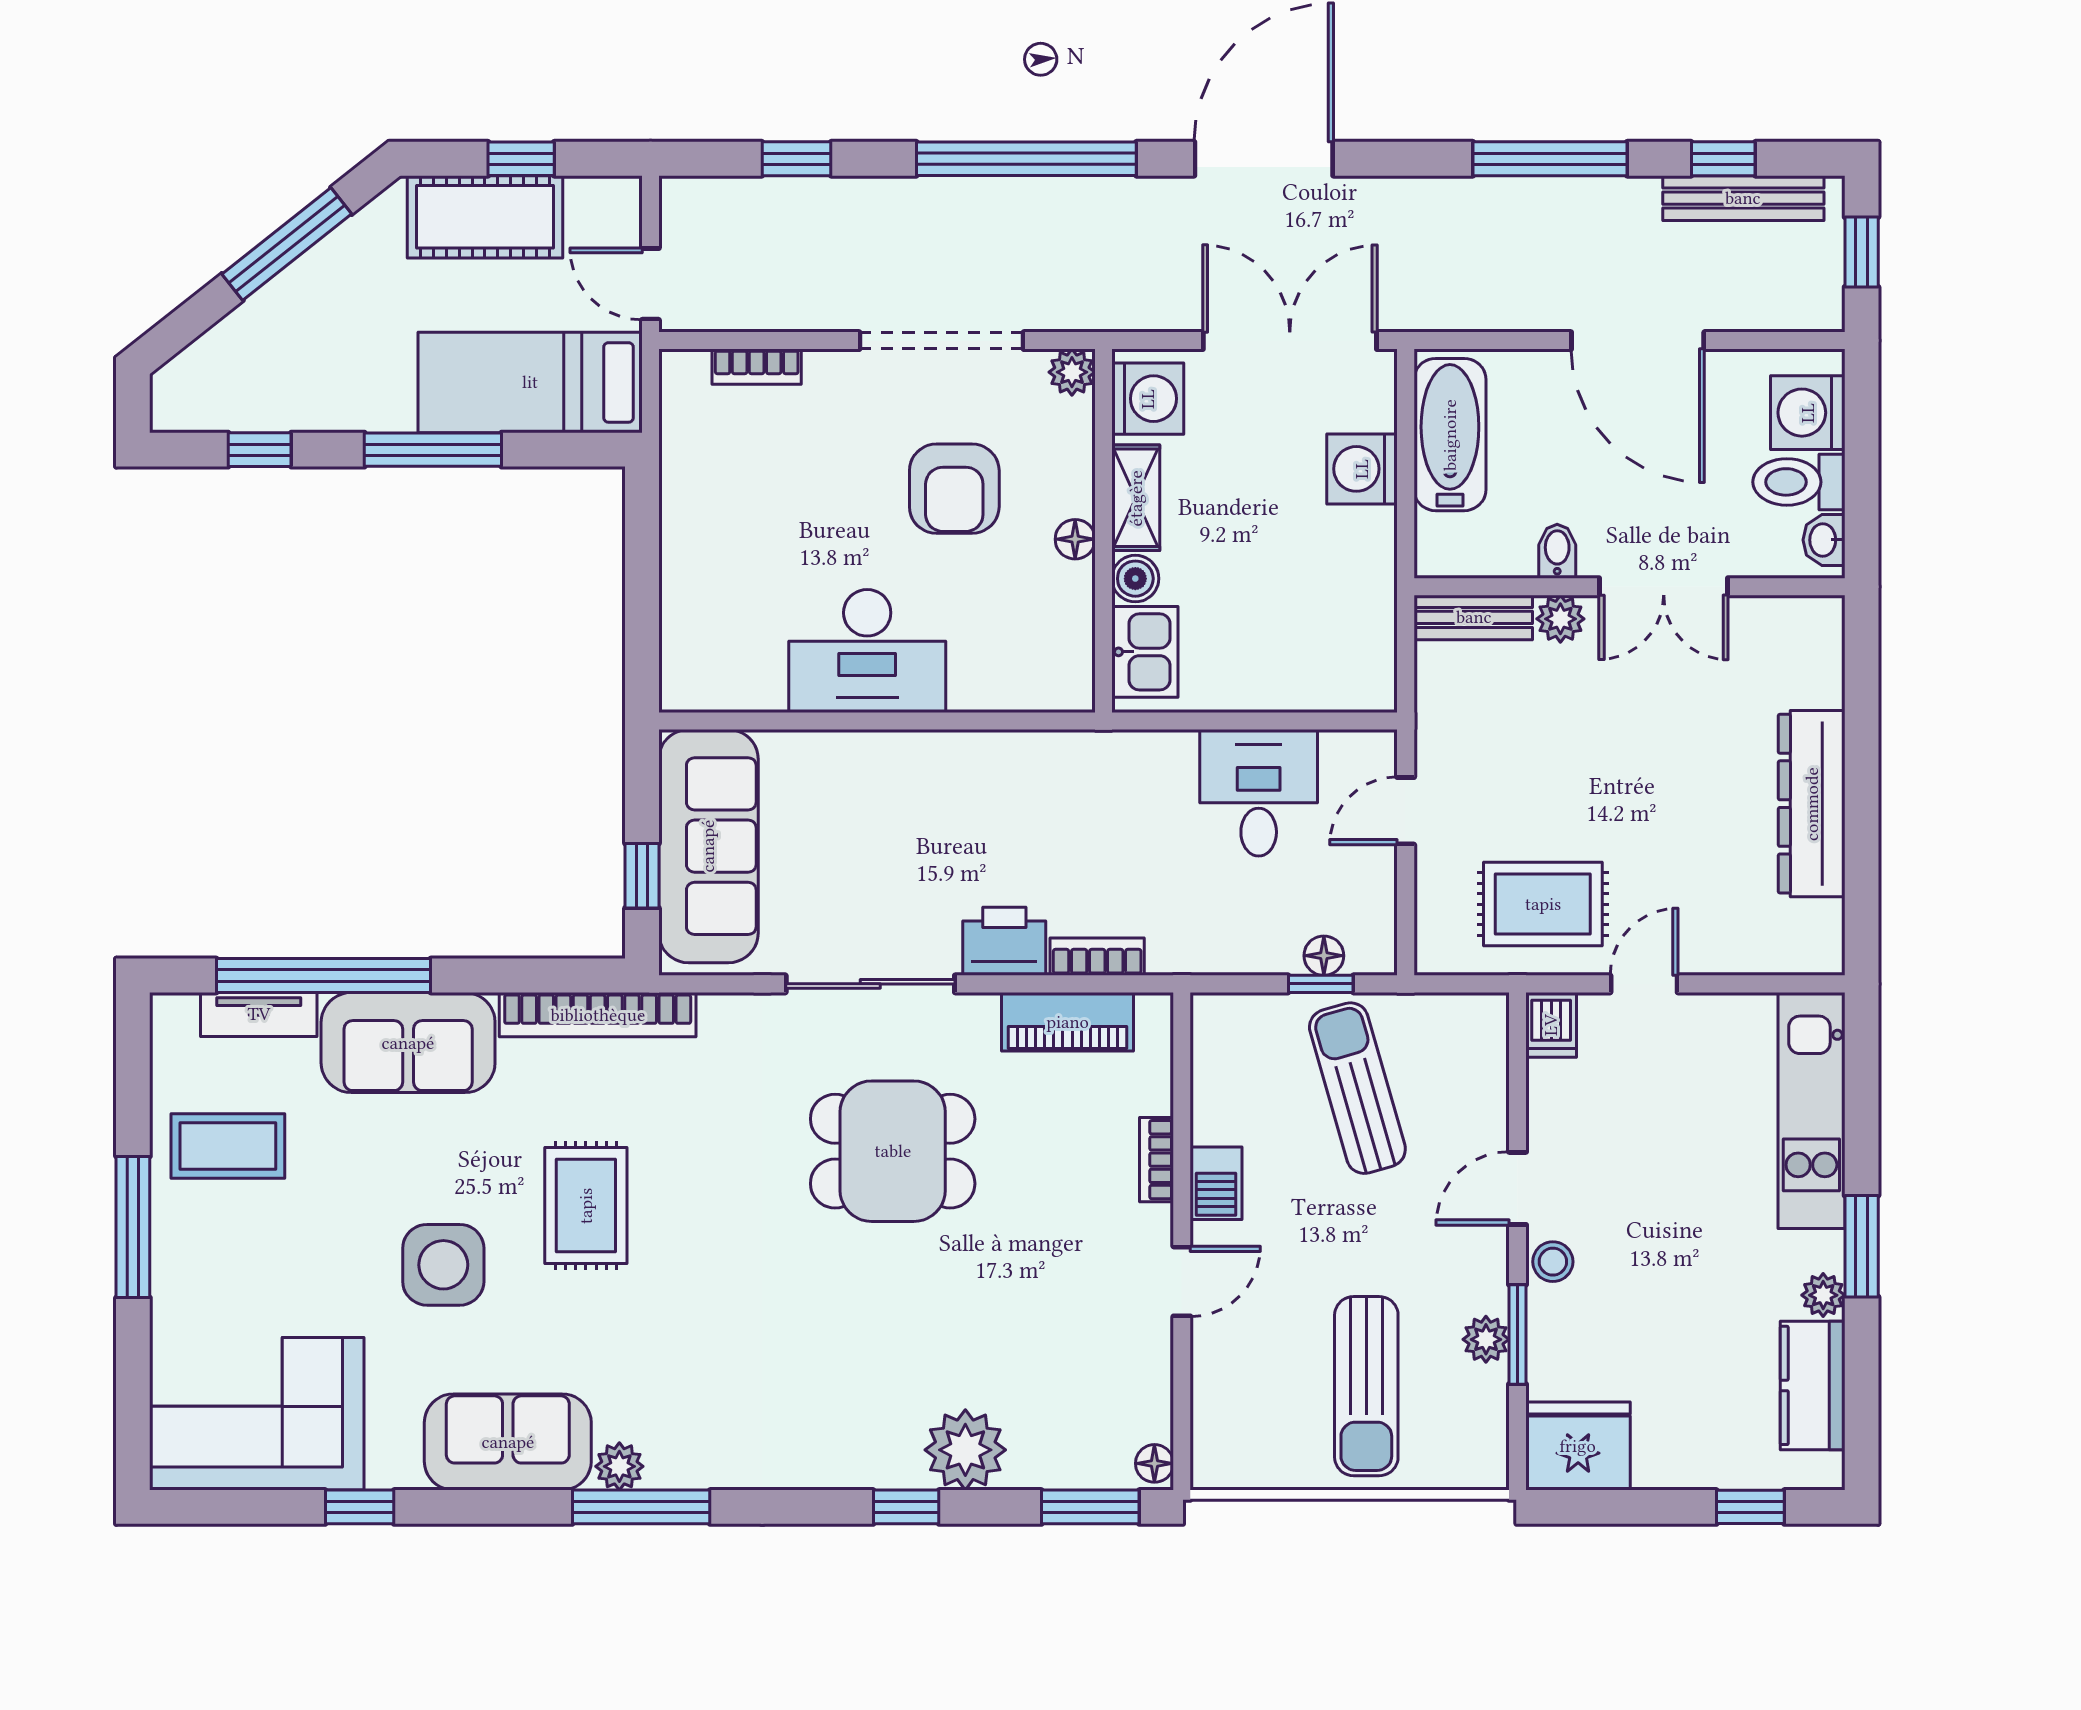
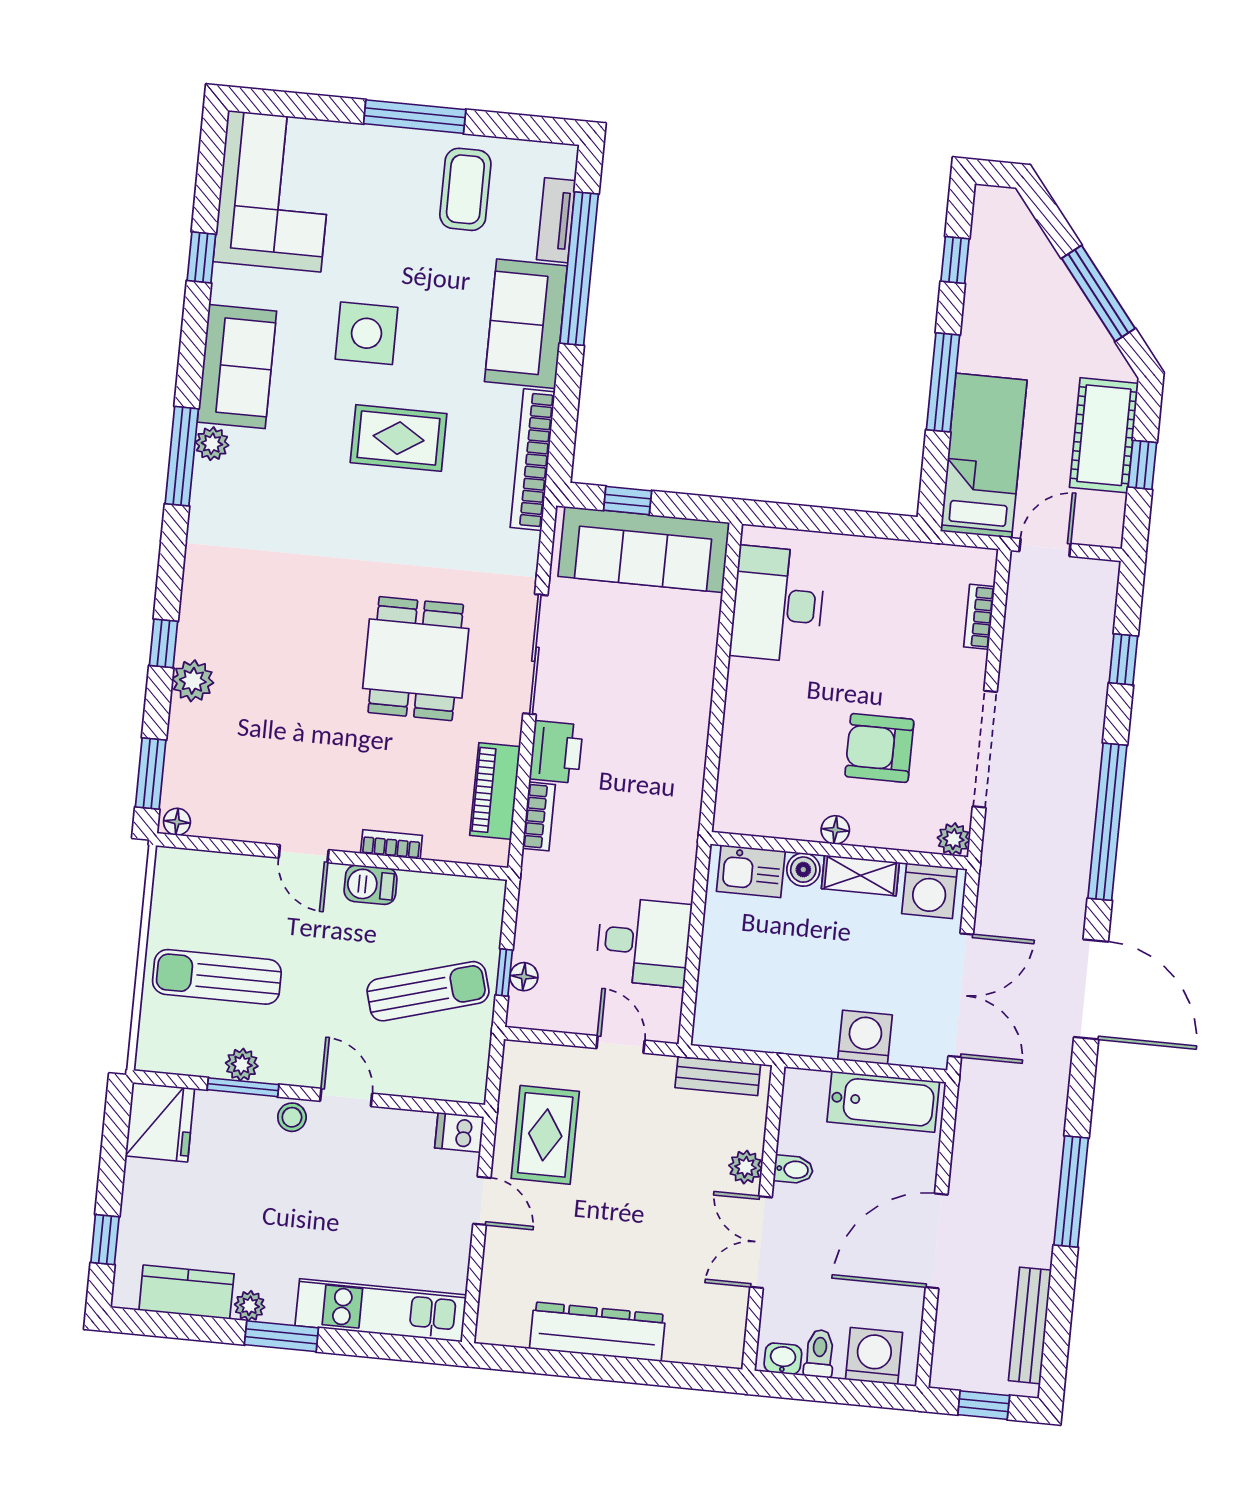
window: (1723, 159) -> (1059, 1314), removed
toilet: (1799, 482) -> (819, 1353), width x0.73, depth x0.72
bench: (1474, 617) -> (718, 1076), moved, turned 90
desk: (867, 651) -> (778, 604), moved
plant: (965, 1450) -> (193, 681), width x0.73, depth x0.73

